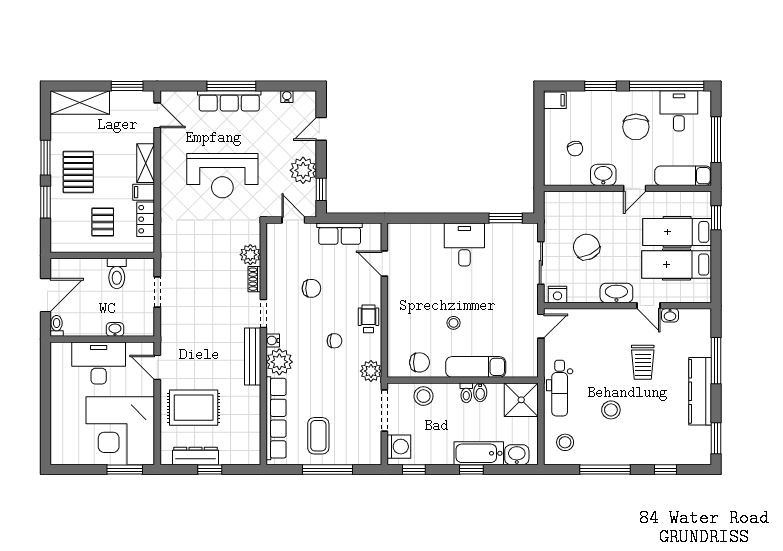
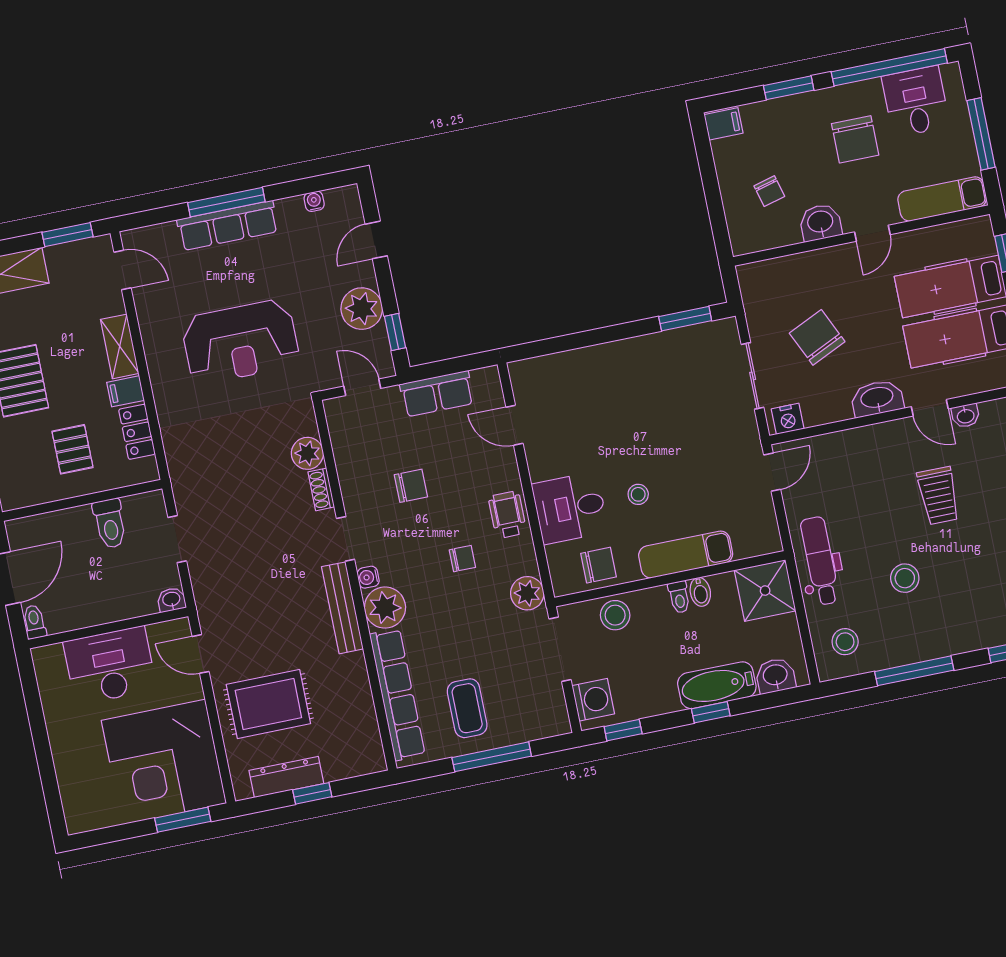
desk: (464, 244) -> (570, 508), moved, turned -90
washbasin: (115, 329) -> (171, 600), moved
dental chair: (560, 388) -> (820, 561), turned 180

